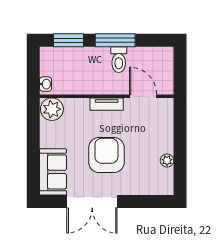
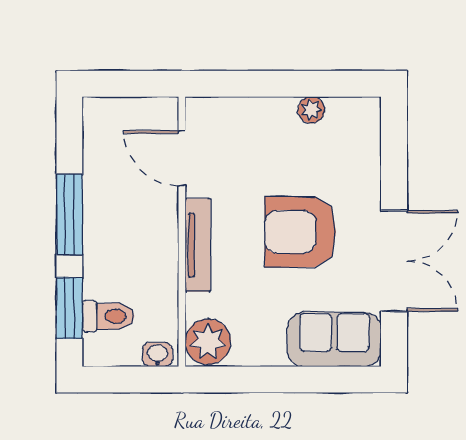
toilet: (119, 60) -> (108, 316), moved
door: (143, 96) -> (182, 158), hinge flipped
tv unit: (107, 104) -> (198, 245), width x1.41

